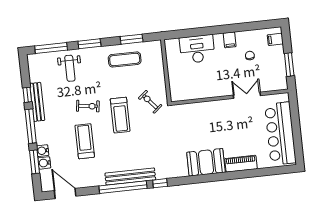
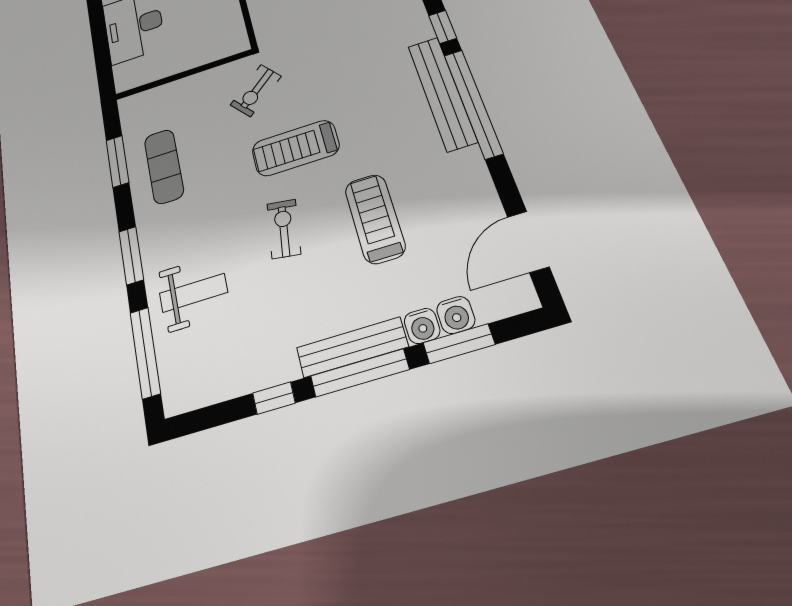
bench: (37, 102) -> (352, 347), moved
treadmill: (120, 115) -> (295, 148), turned 180
treadmill: (85, 141) -> (375, 218), turned 90

